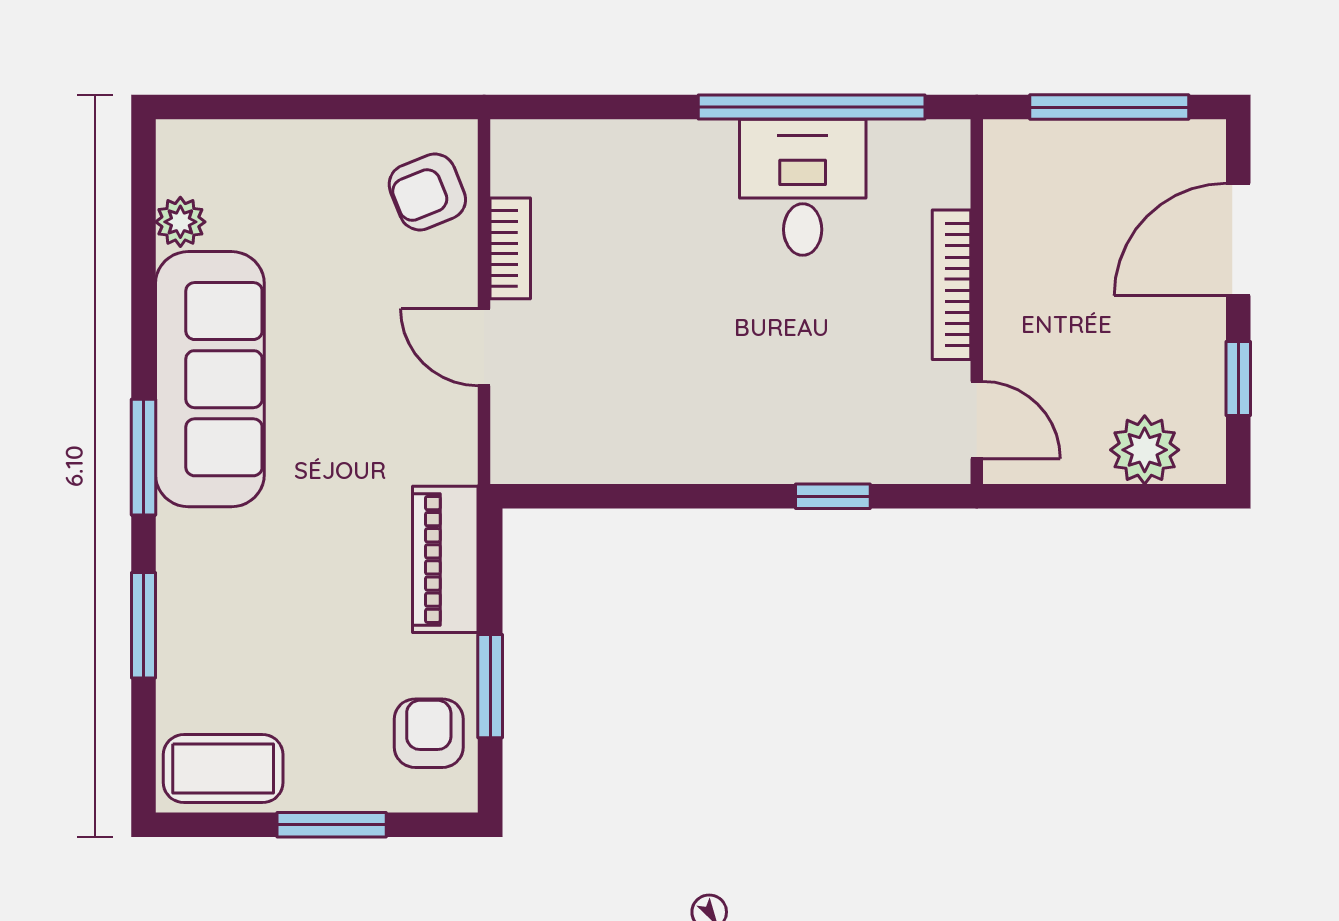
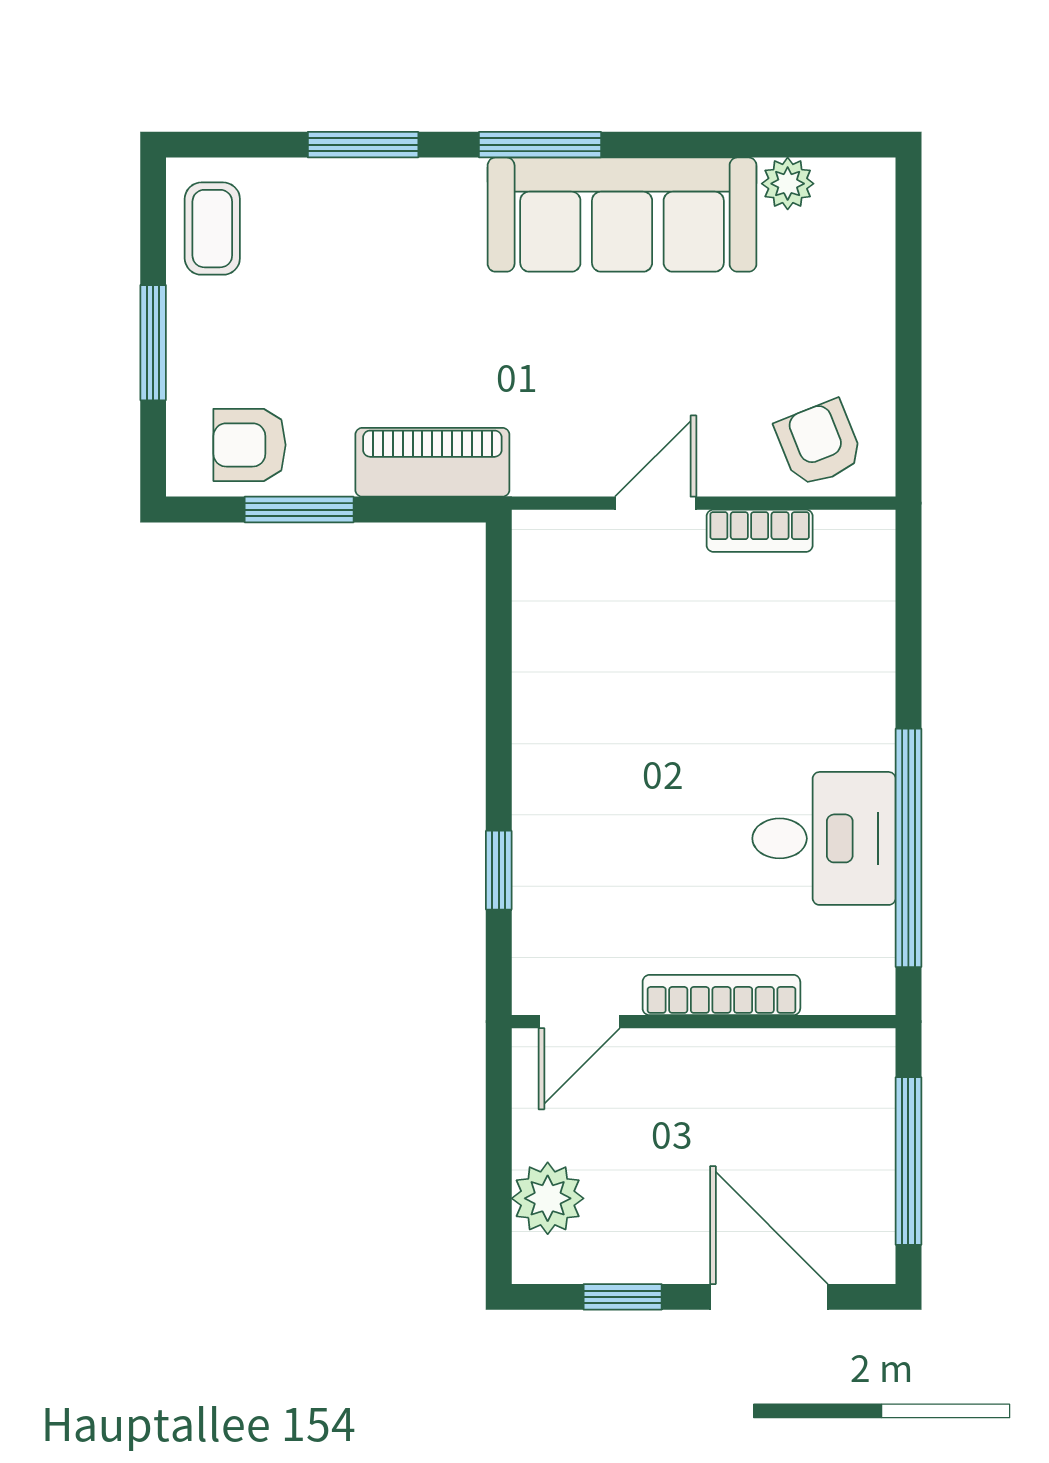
armchair: (429, 733) -> (249, 445), turned 180
coffee table: (223, 769) -> (212, 229), width x0.73, depth x0.77

